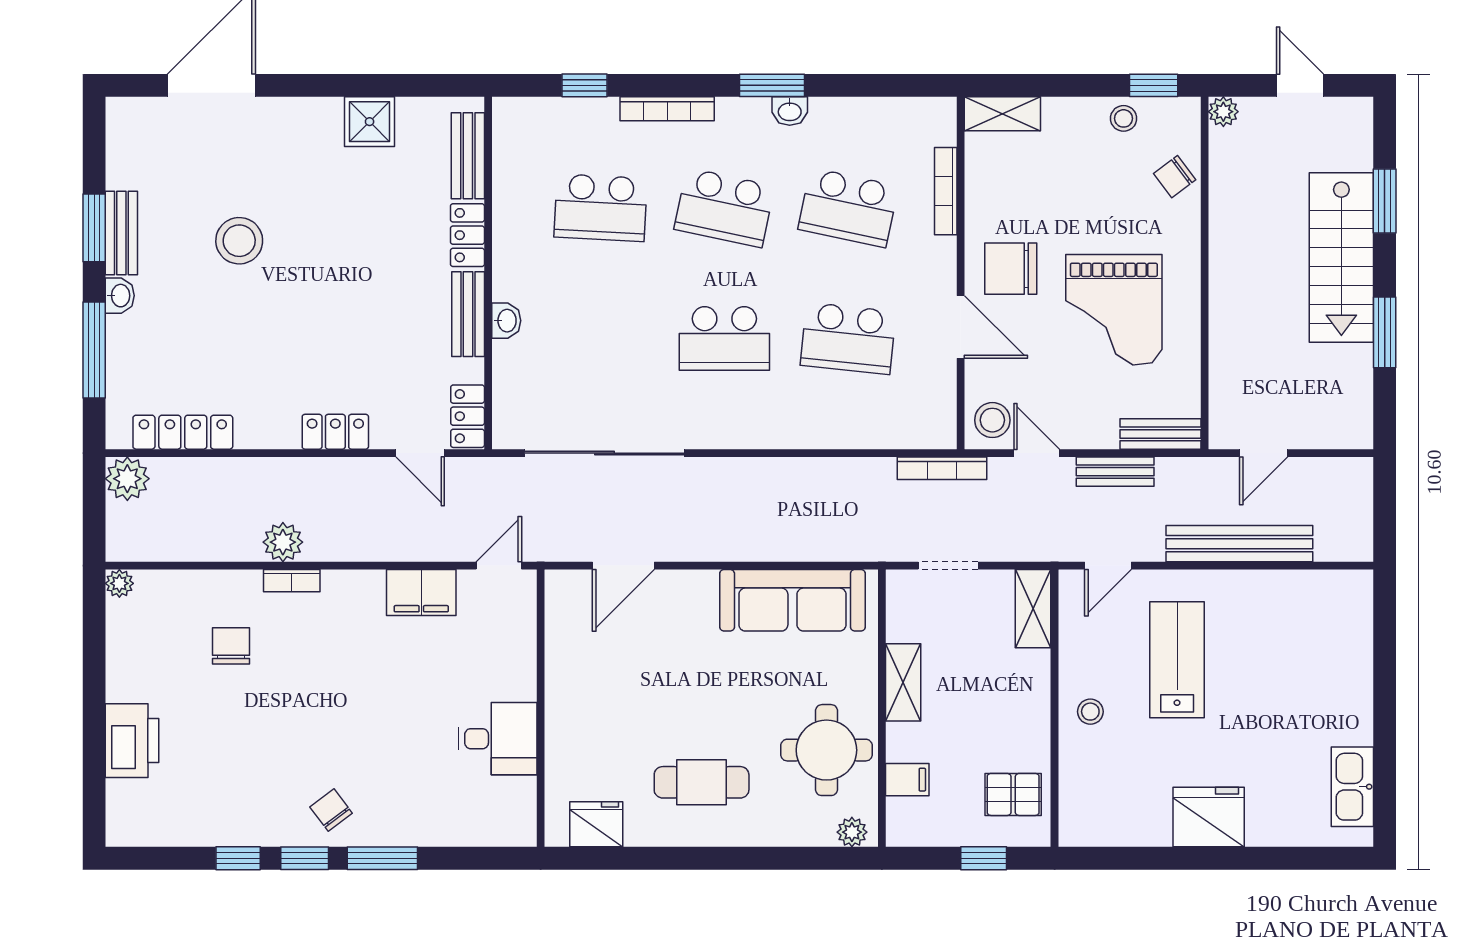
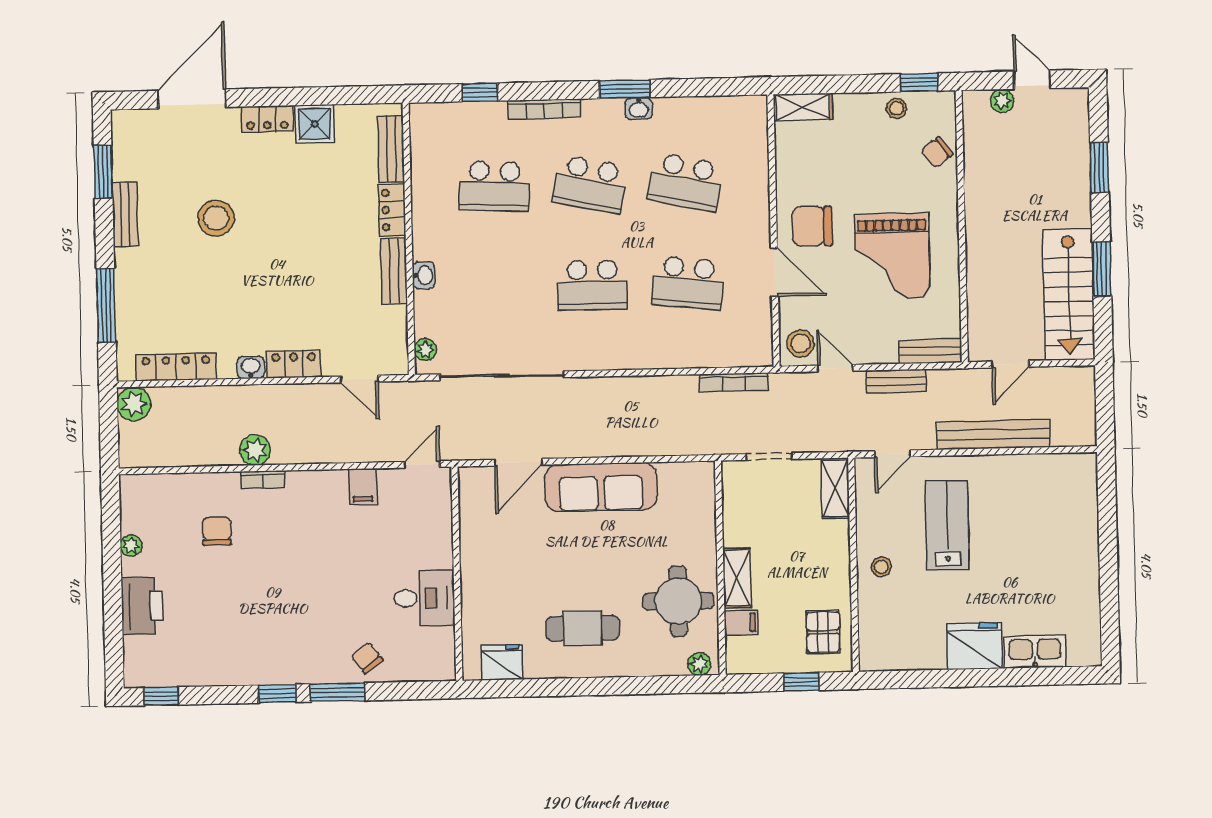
plant: (1223, 112) -> (1002, 101), moved
bookcase: (946, 191) -> (761, 168), removed
window: (94, 228) -> (103, 172), moved
stairs: (1341, 258) -> (1069, 294), moved
washbasin: (120, 296) -> (251, 367), moved, turned -90
locker: (468, 416) -> (267, 119), moved, turned -90
plant: (506, 417) -> (425, 350), added
bookcase: (942, 468) -> (734, 382), moved
plant: (119, 583) -> (131, 546), moved
filing cabinet: (421, 593) -> (363, 487), width x0.50
sofa: (792, 600) -> (601, 487), moved
shelving: (903, 682) -> (737, 578), moved
kitchen sink: (1352, 787) -> (1035, 652), moved, turned 90
pallet: (1013, 794) -> (823, 632), turned 90
chair: (331, 810) -> (367, 658), moved
window: (238, 858) -> (161, 696), moved

